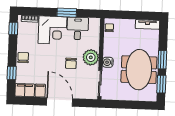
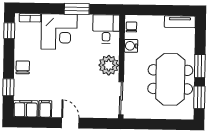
desk: (78, 28) -> (106, 29), moved
water cooler: (108, 62) -> (131, 46), moved
chair: (71, 63) -> (84, 73), removed
door: (60, 102) -> (70, 123), width x0.53

